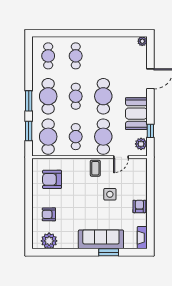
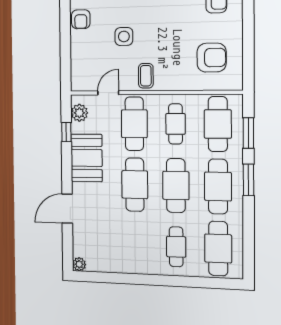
cafe table: (48, 56) -> (218, 248), width x1.37, depth x1.35
cafe table: (76, 96) -> (176, 186), width x1.37, depth x1.35

